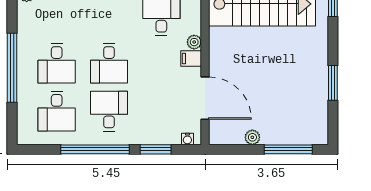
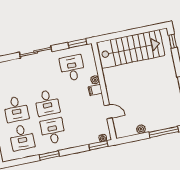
door: (205, 98) -> (108, 112), width x0.53
window: (95, 149) -> (49, 155), width x0.47
window: (156, 149) -> (98, 145), moved

